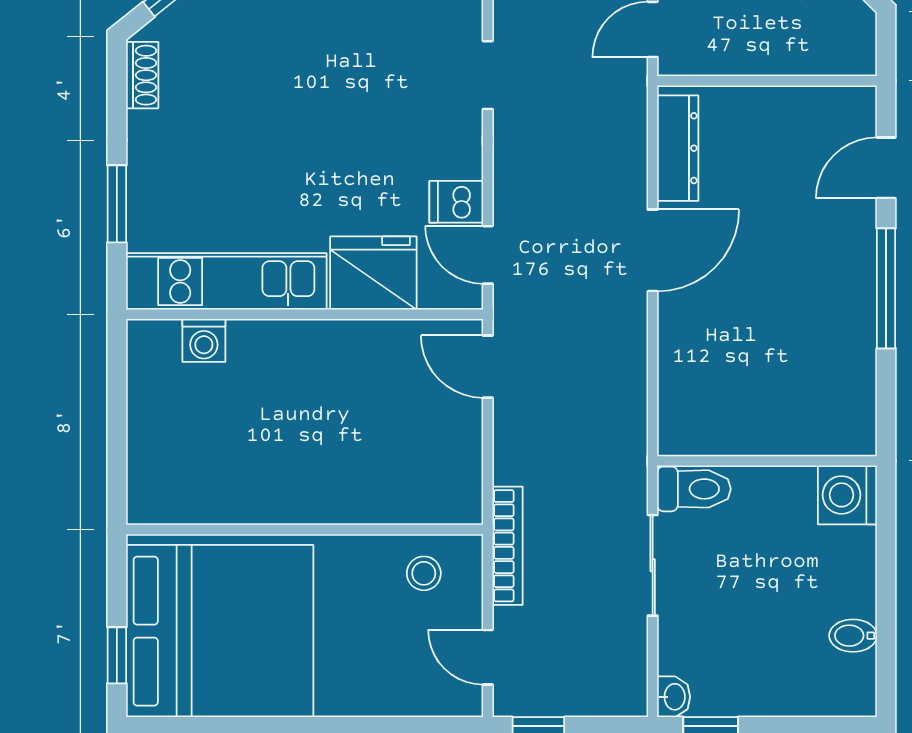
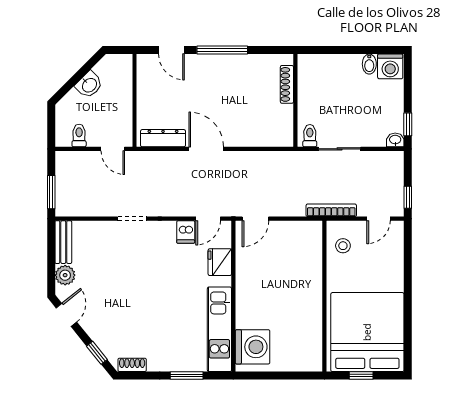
fridge: (373, 273) -> (220, 262), width x0.73, depth x0.75
washing machine: (204, 340) -> (252, 347), width x1.89, depth x1.89
shoe rack: (805, 441) -> (287, 84), added
toilet: (694, 489) -> (310, 136), width x0.73, depth x0.72
washing machine: (847, 495) -> (390, 66), moved
window: (117, 655) -> (361, 376), moved

